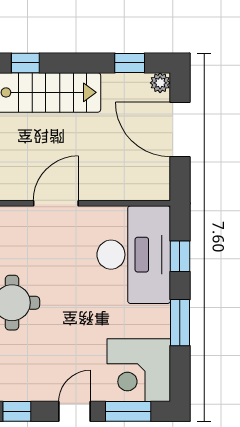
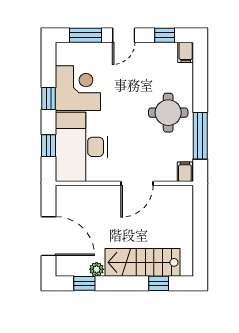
plant: (160, 83) -> (97, 269), moved
window: (180, 323) -> (49, 98), width x0.67
corner desk: (139, 370) -> (78, 88), moved

